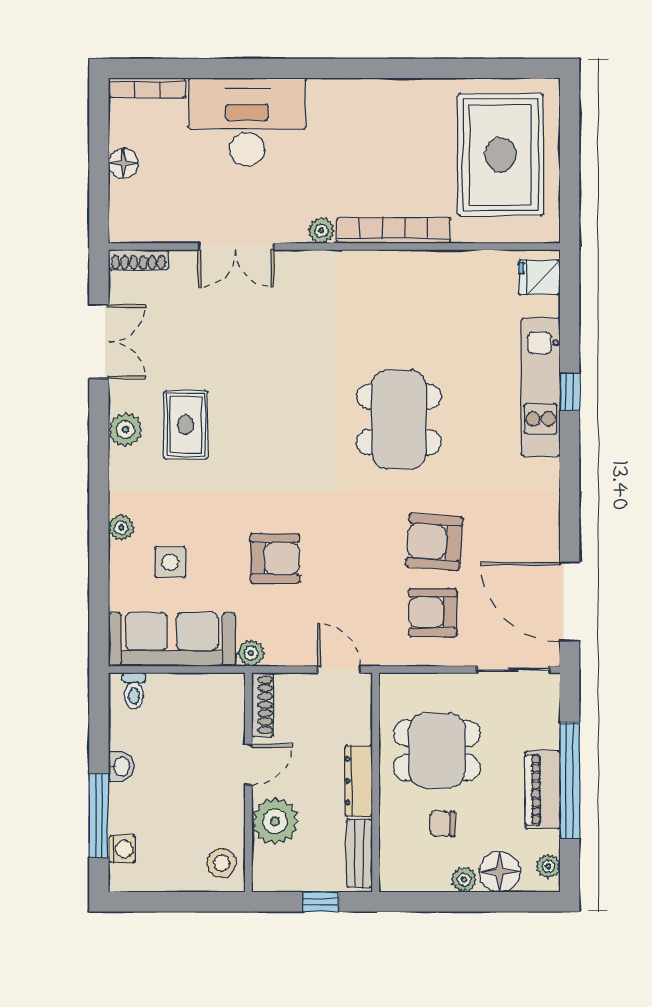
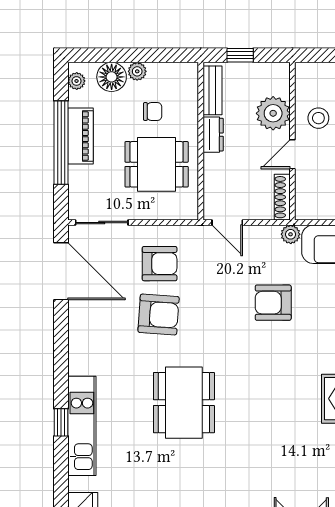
dresser: (359, 781) -> (213, 135), width x0.70
stool: (222, 863) -> (318, 118), moved

